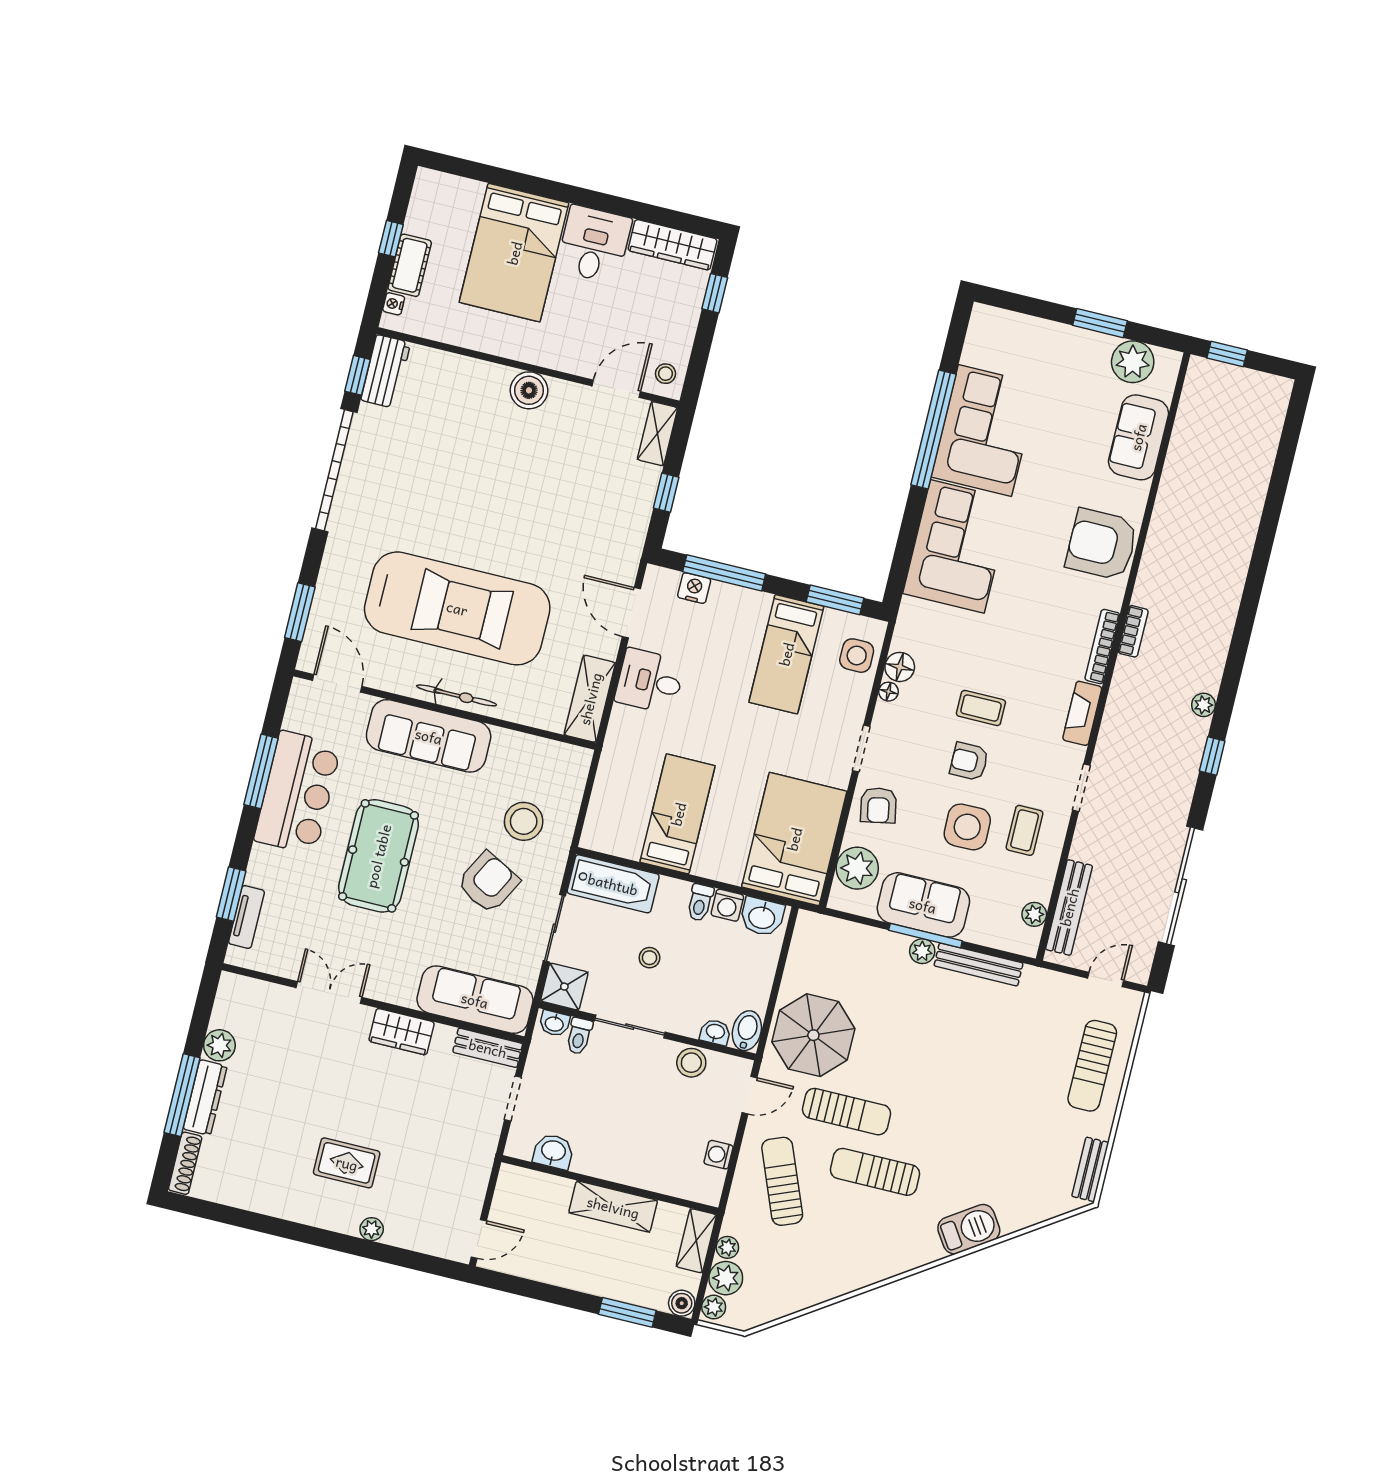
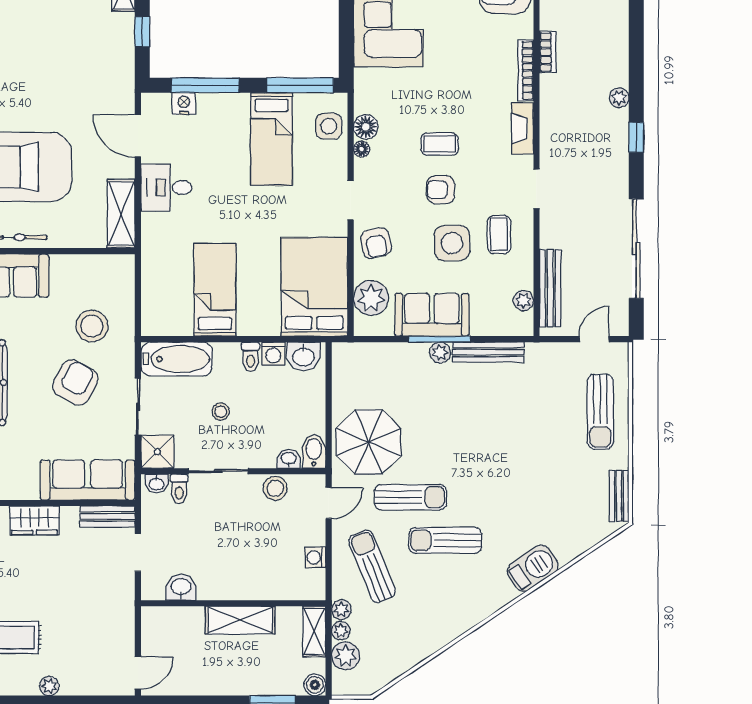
window: (835, 600) -> (300, 85), width x1.44
plant: (714, 1307) -> (341, 610), moved

